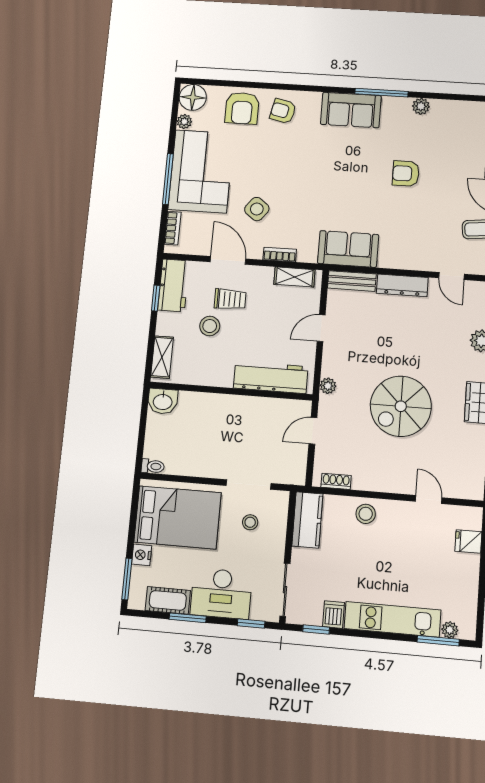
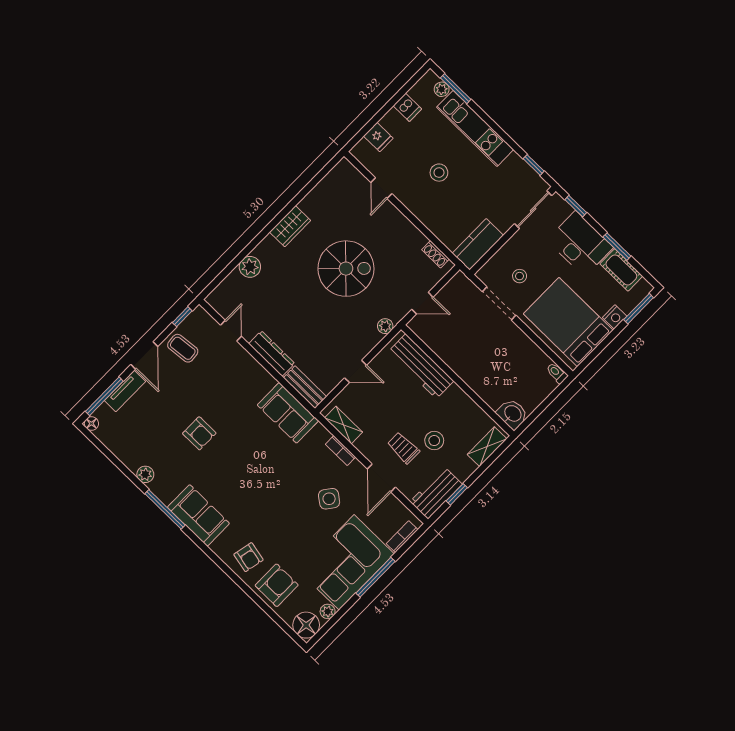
stool: (366, 514) -> (439, 173), moved
dishwasher: (333, 615) -> (407, 107), moved, turned -90

